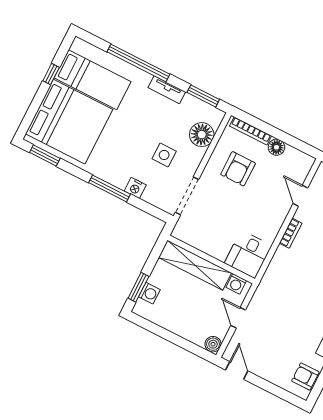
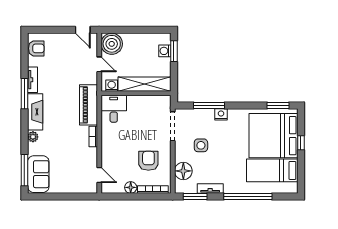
window: (51, 74) -> (301, 143), moved
tv unit: (167, 90) -> (210, 188), moved
window: (110, 188) -> (209, 106), moved
nightstand: (135, 188) -> (221, 114), moved
door: (300, 196) -> (99, 175), moved
piano: (277, 275) -> (89, 105), added
boiler: (213, 344) -> (112, 44), width x1.86, depth x1.86

